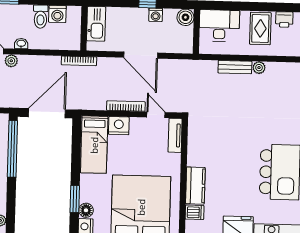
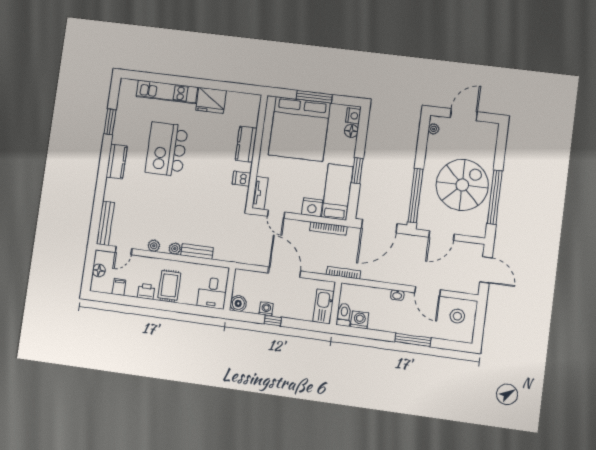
toilet: (41, 17) -> (344, 315), moved
desk: (219, 26) -> (212, 293), width x0.73
plant: (11, 61) -> (154, 246), moved
bookcase: (126, 106) -> (328, 228), moved
window: (75, 199) -> (357, 171), moved
dishwasher: (195, 212) -> (242, 179), moved

